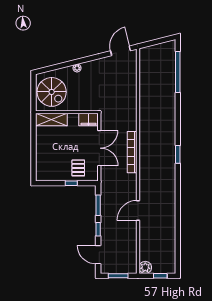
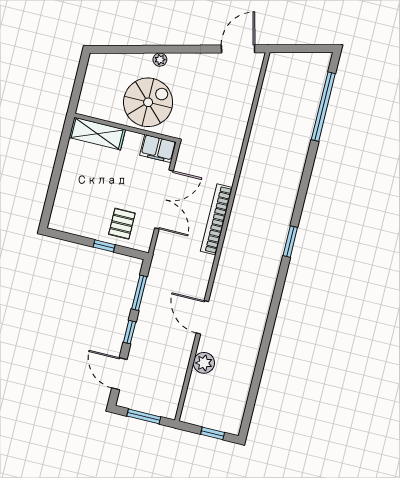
spiral stairs: (52, 92) -> (148, 102), moved, turned -90
door: (138, 210) -> (202, 317), hinge flipped
plant: (145, 267) -> (204, 363), moved

